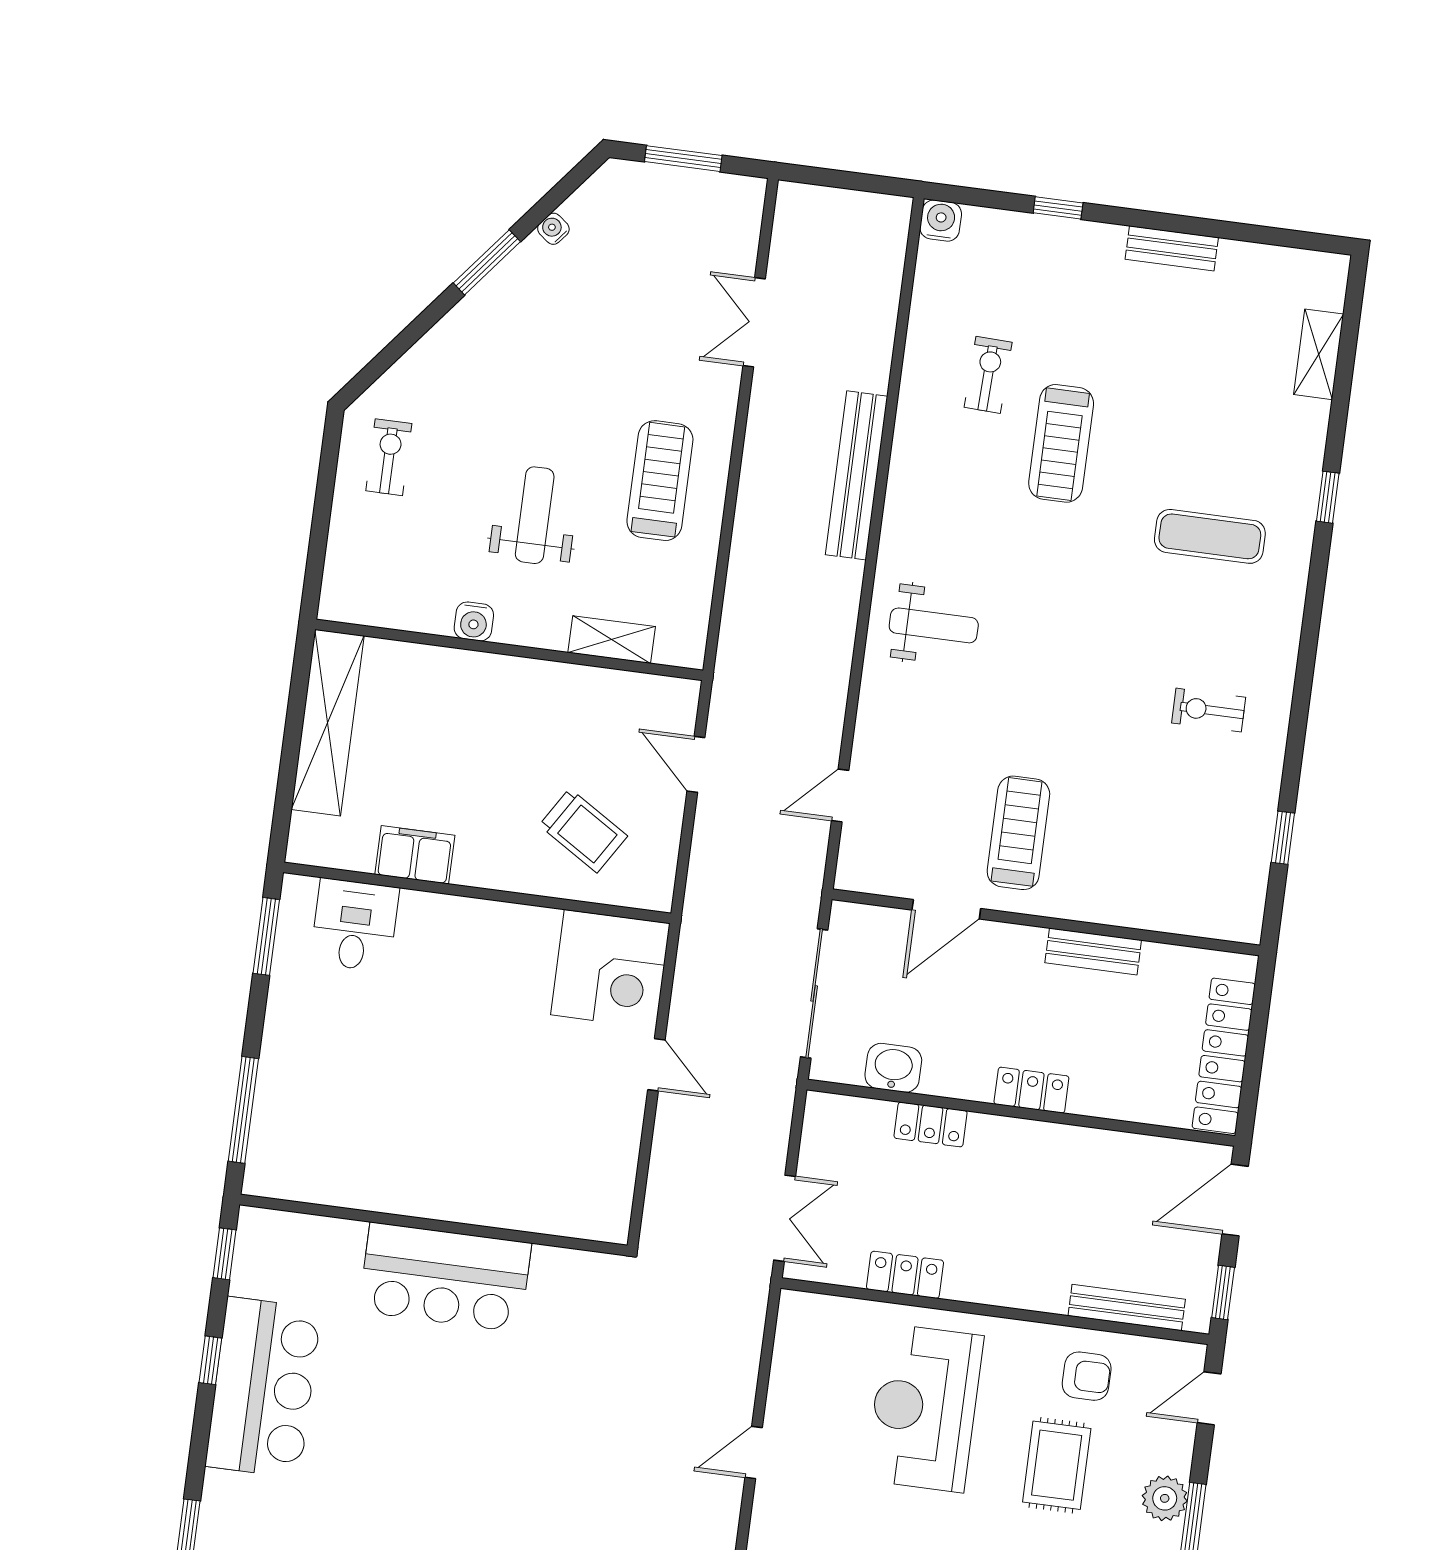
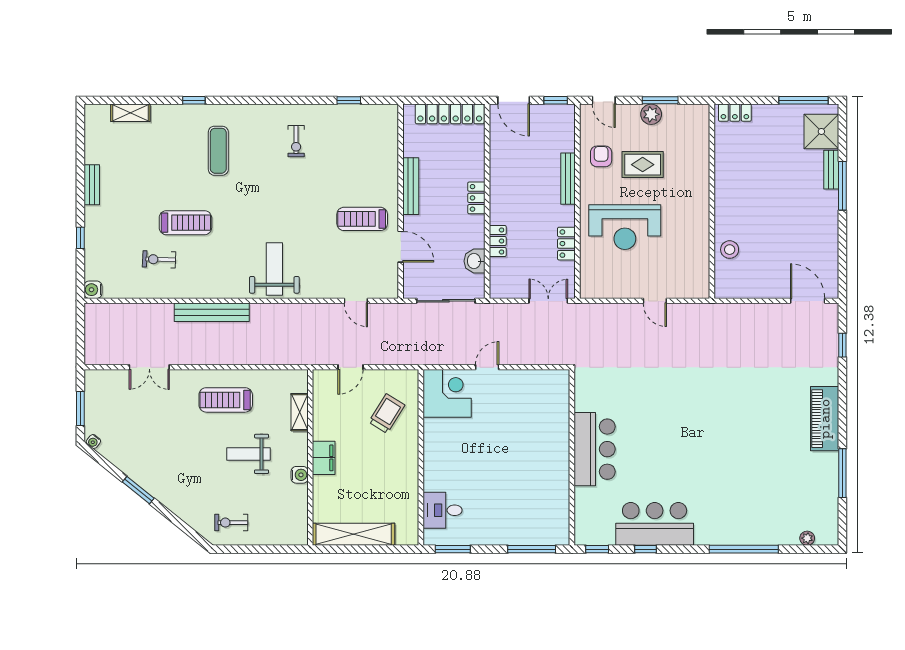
water cooler: (553, 229) -> (93, 441), moved
weight bench: (934, 625) -> (274, 269), width x1.36, depth x1.33
filing cabinet: (415, 855) -> (324, 458), moved, turned 180
bench: (1093, 951) -> (411, 186), width x1.36
bench: (1127, 1308) -> (568, 179), moved

